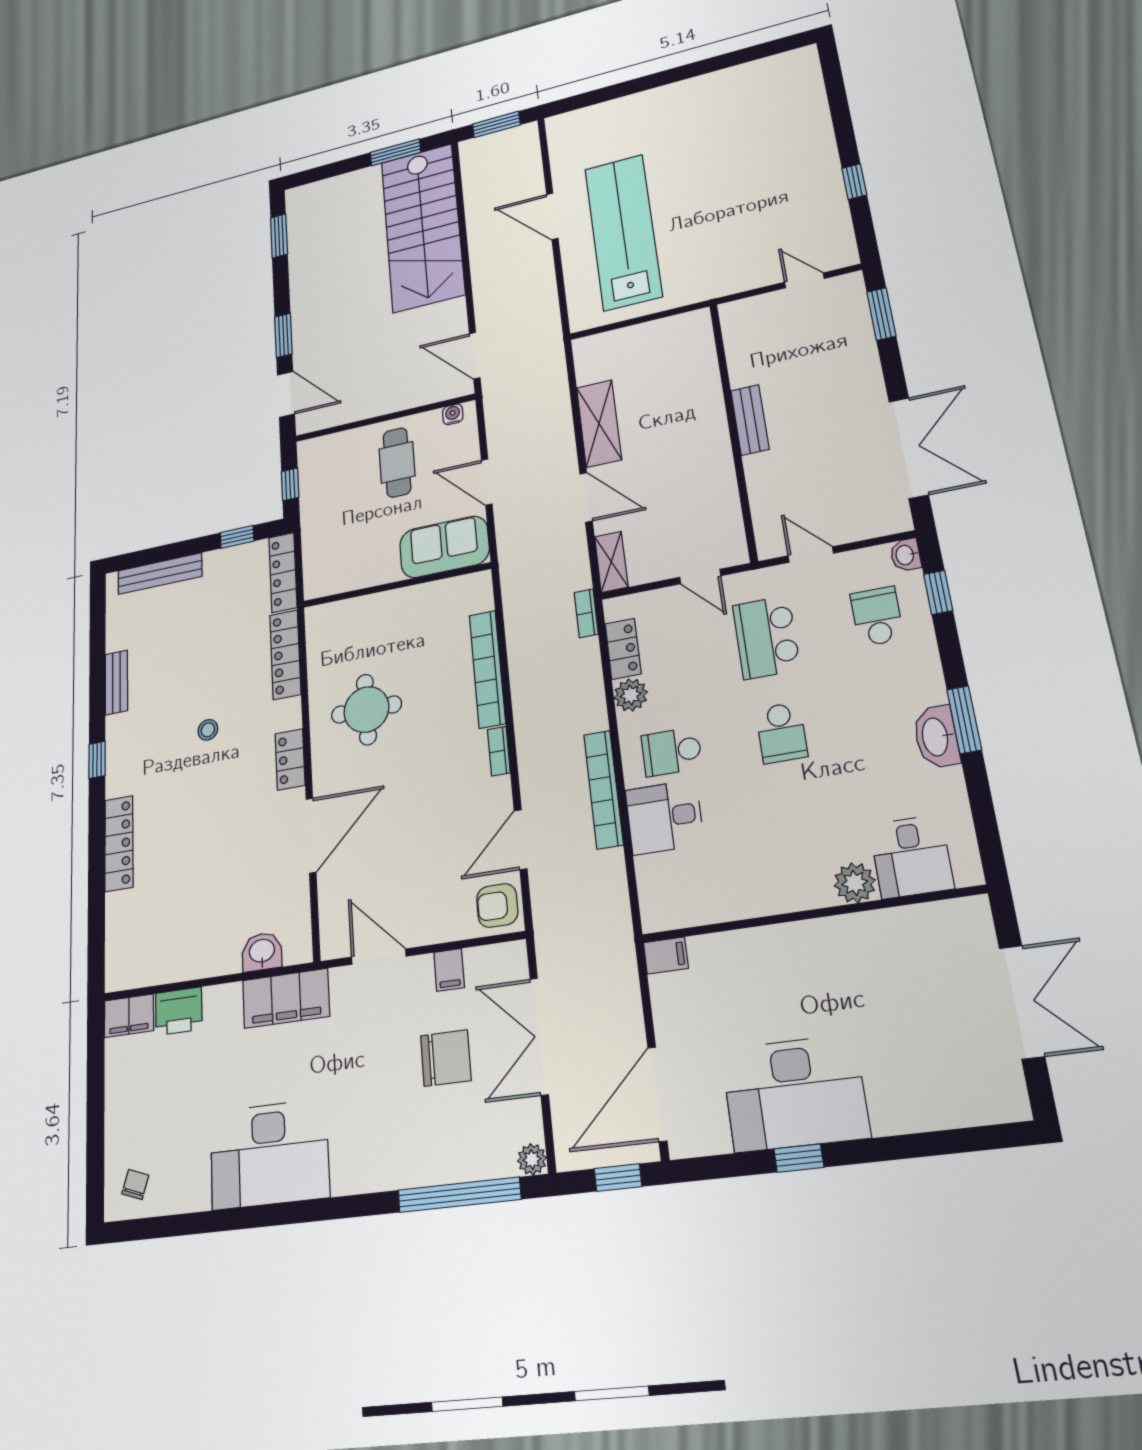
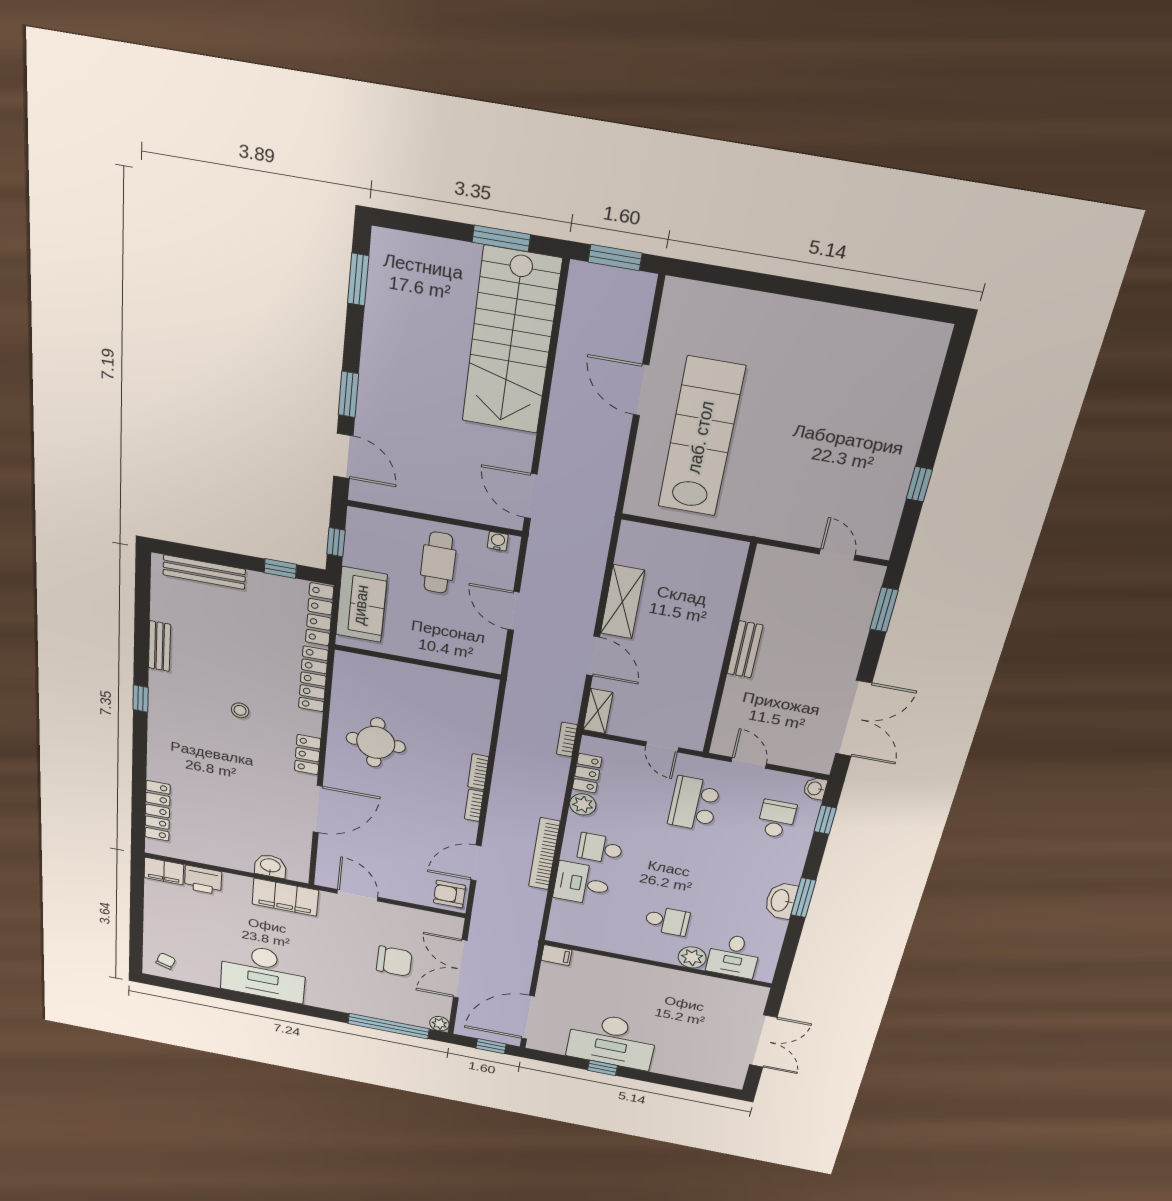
sofa: (444, 547) -> (361, 605), moved, turned 90
bookcase: (487, 669) -> (478, 772), width x0.43, depth x0.76
school desk: (781, 733) -> (667, 921), moved, turned -90
locker: (119, 843) -> (158, 811), moved
filing cabinet: (449, 970) -> (407, 918), removed

